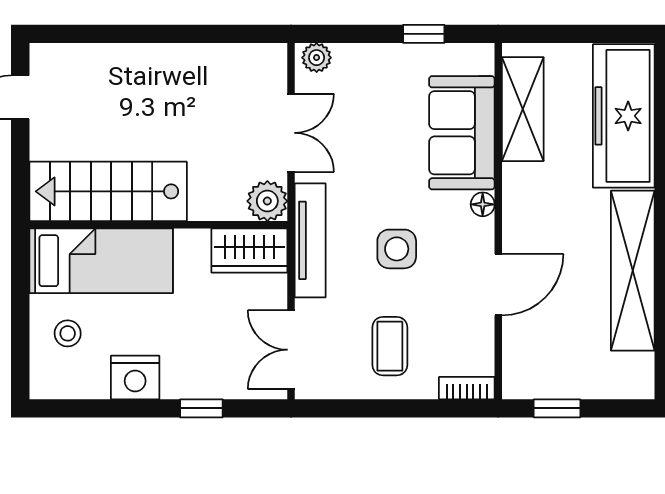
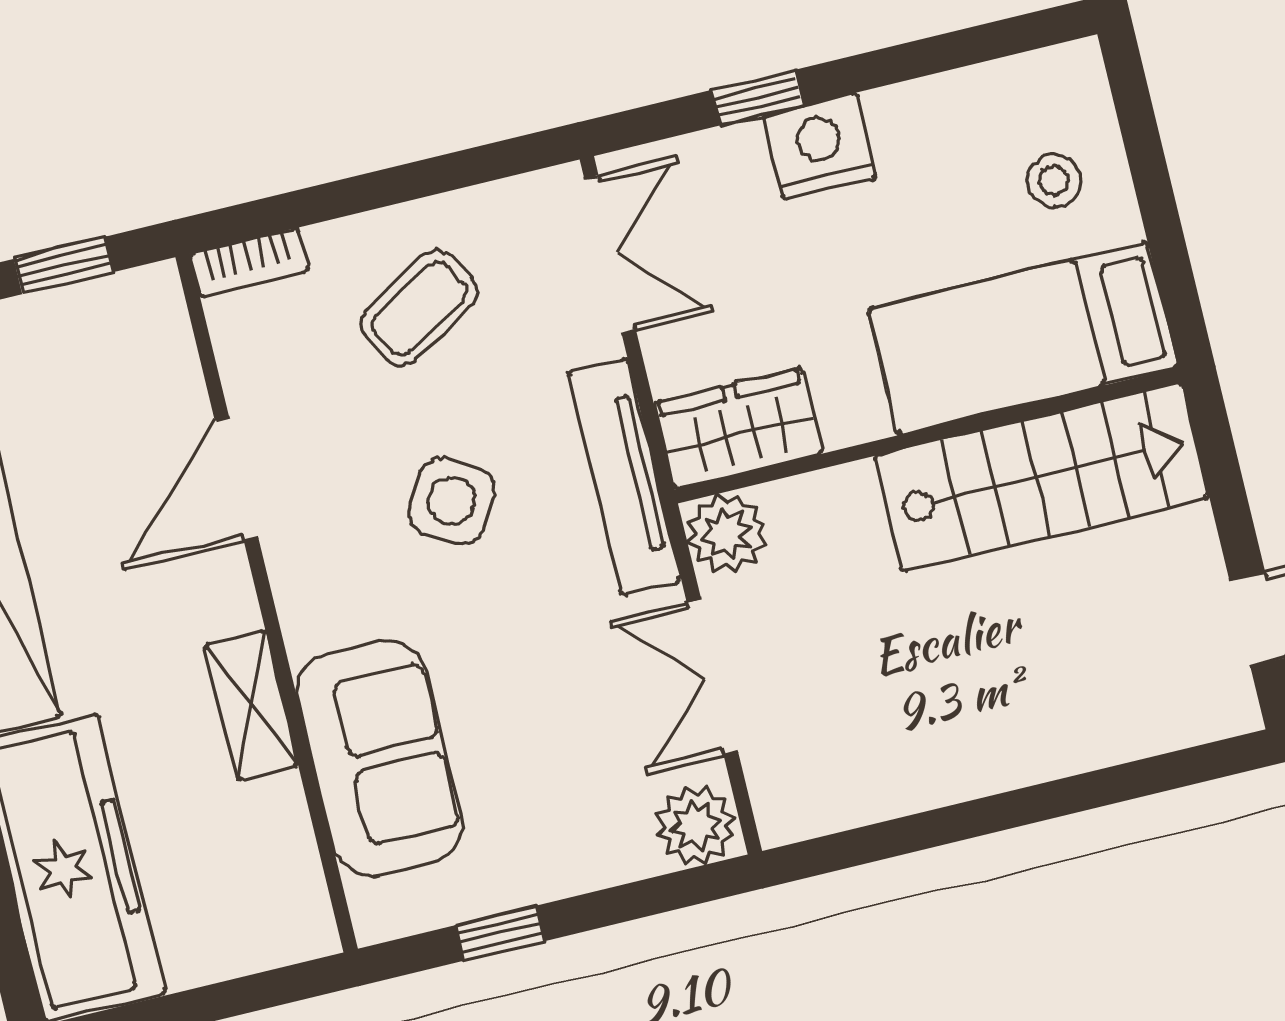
plant: (317, 58) -> (696, 826), width x1.38, depth x1.38
shelving: (523, 109) -> (252, 706), moved, width x0.67, depth x0.75
floor lamp: (483, 204) -> (305, 628), removed
side table: (397, 249) -> (452, 501), turned 31
coffee table: (390, 346) -> (419, 308), turned 60
nightstand: (135, 377) -> (820, 146), moved

